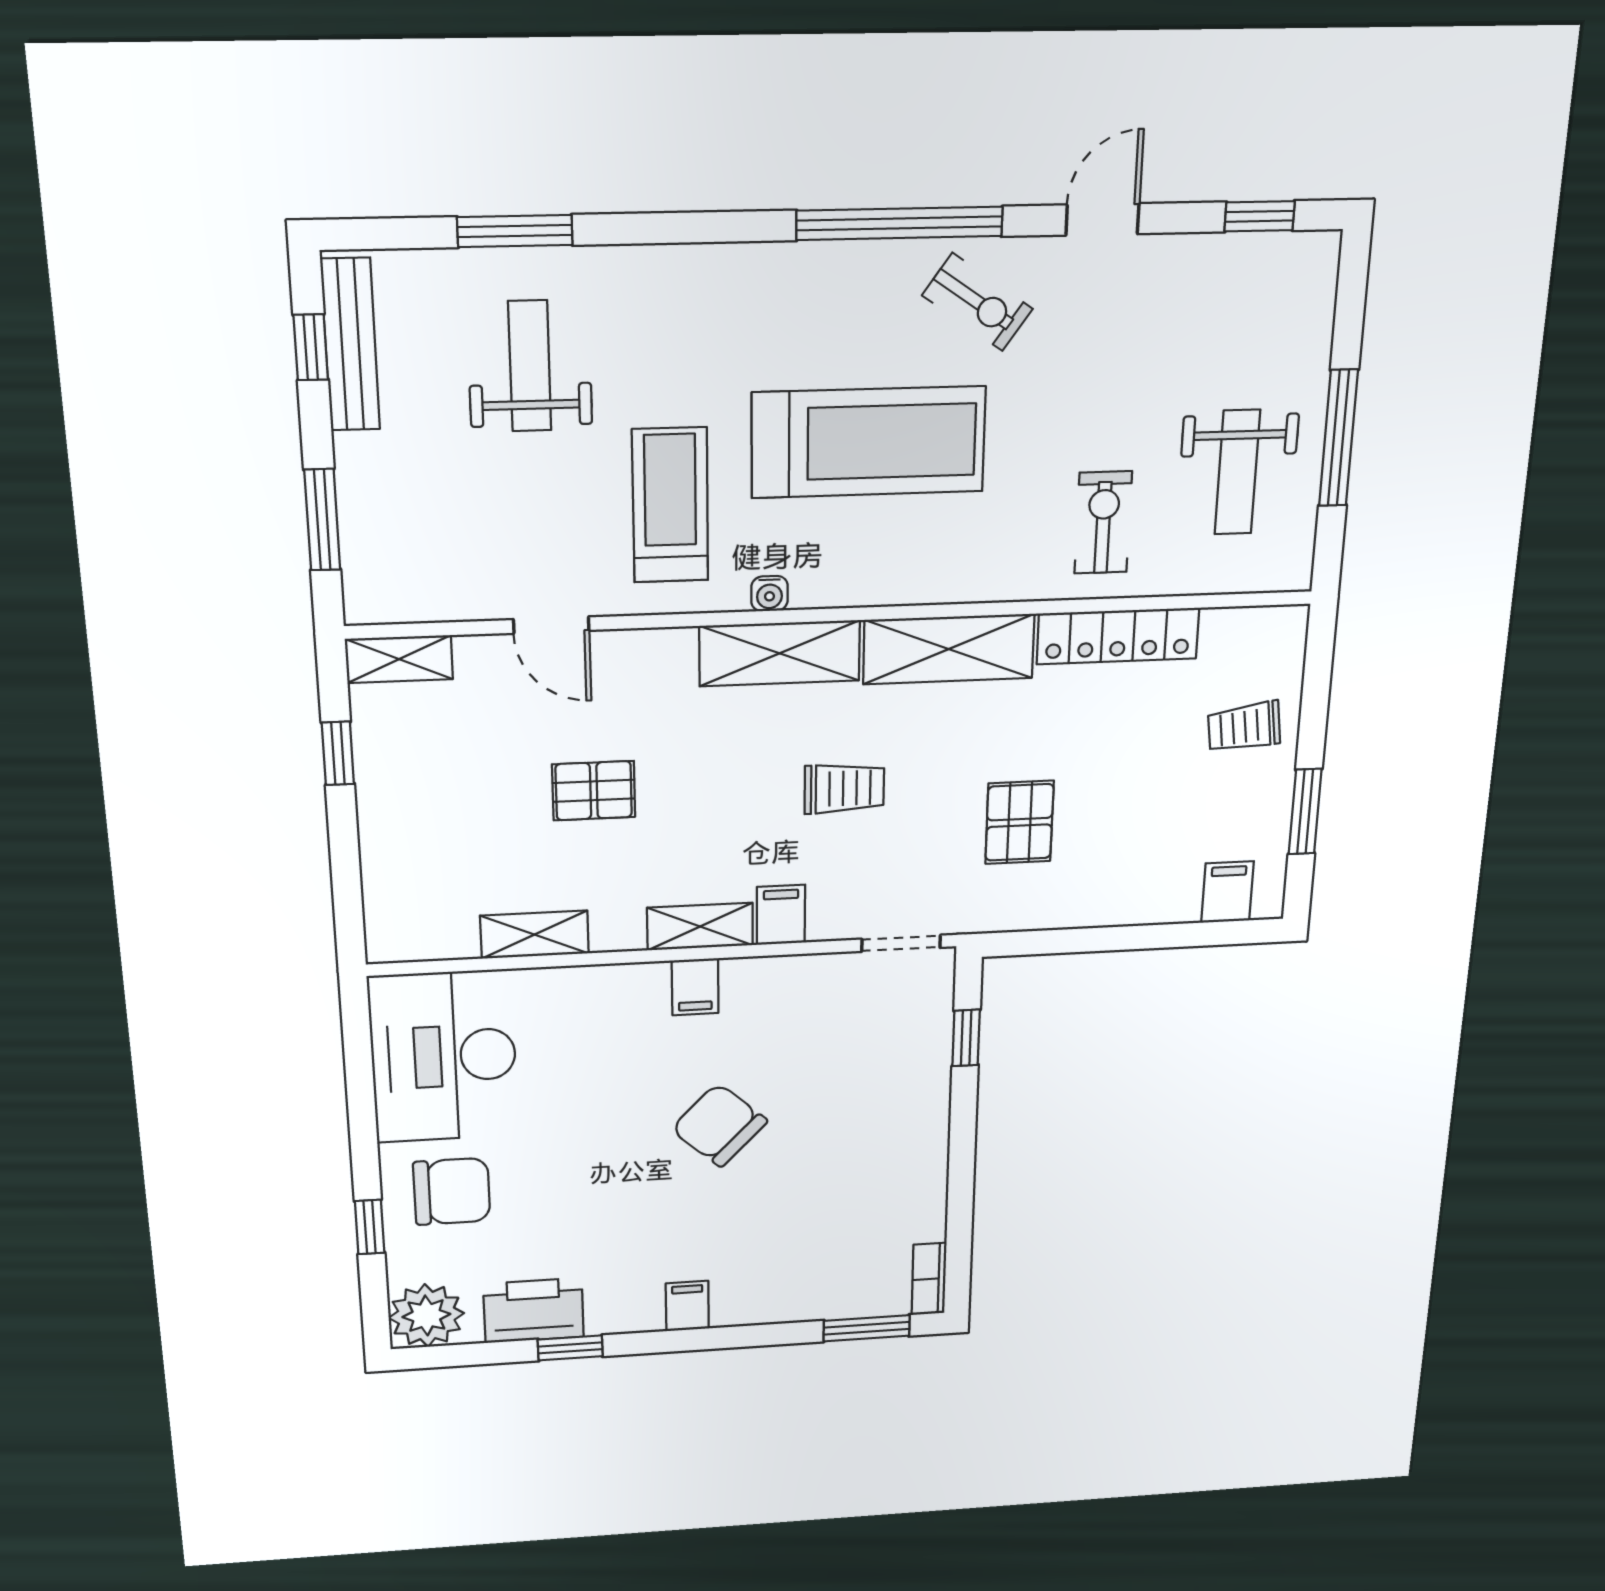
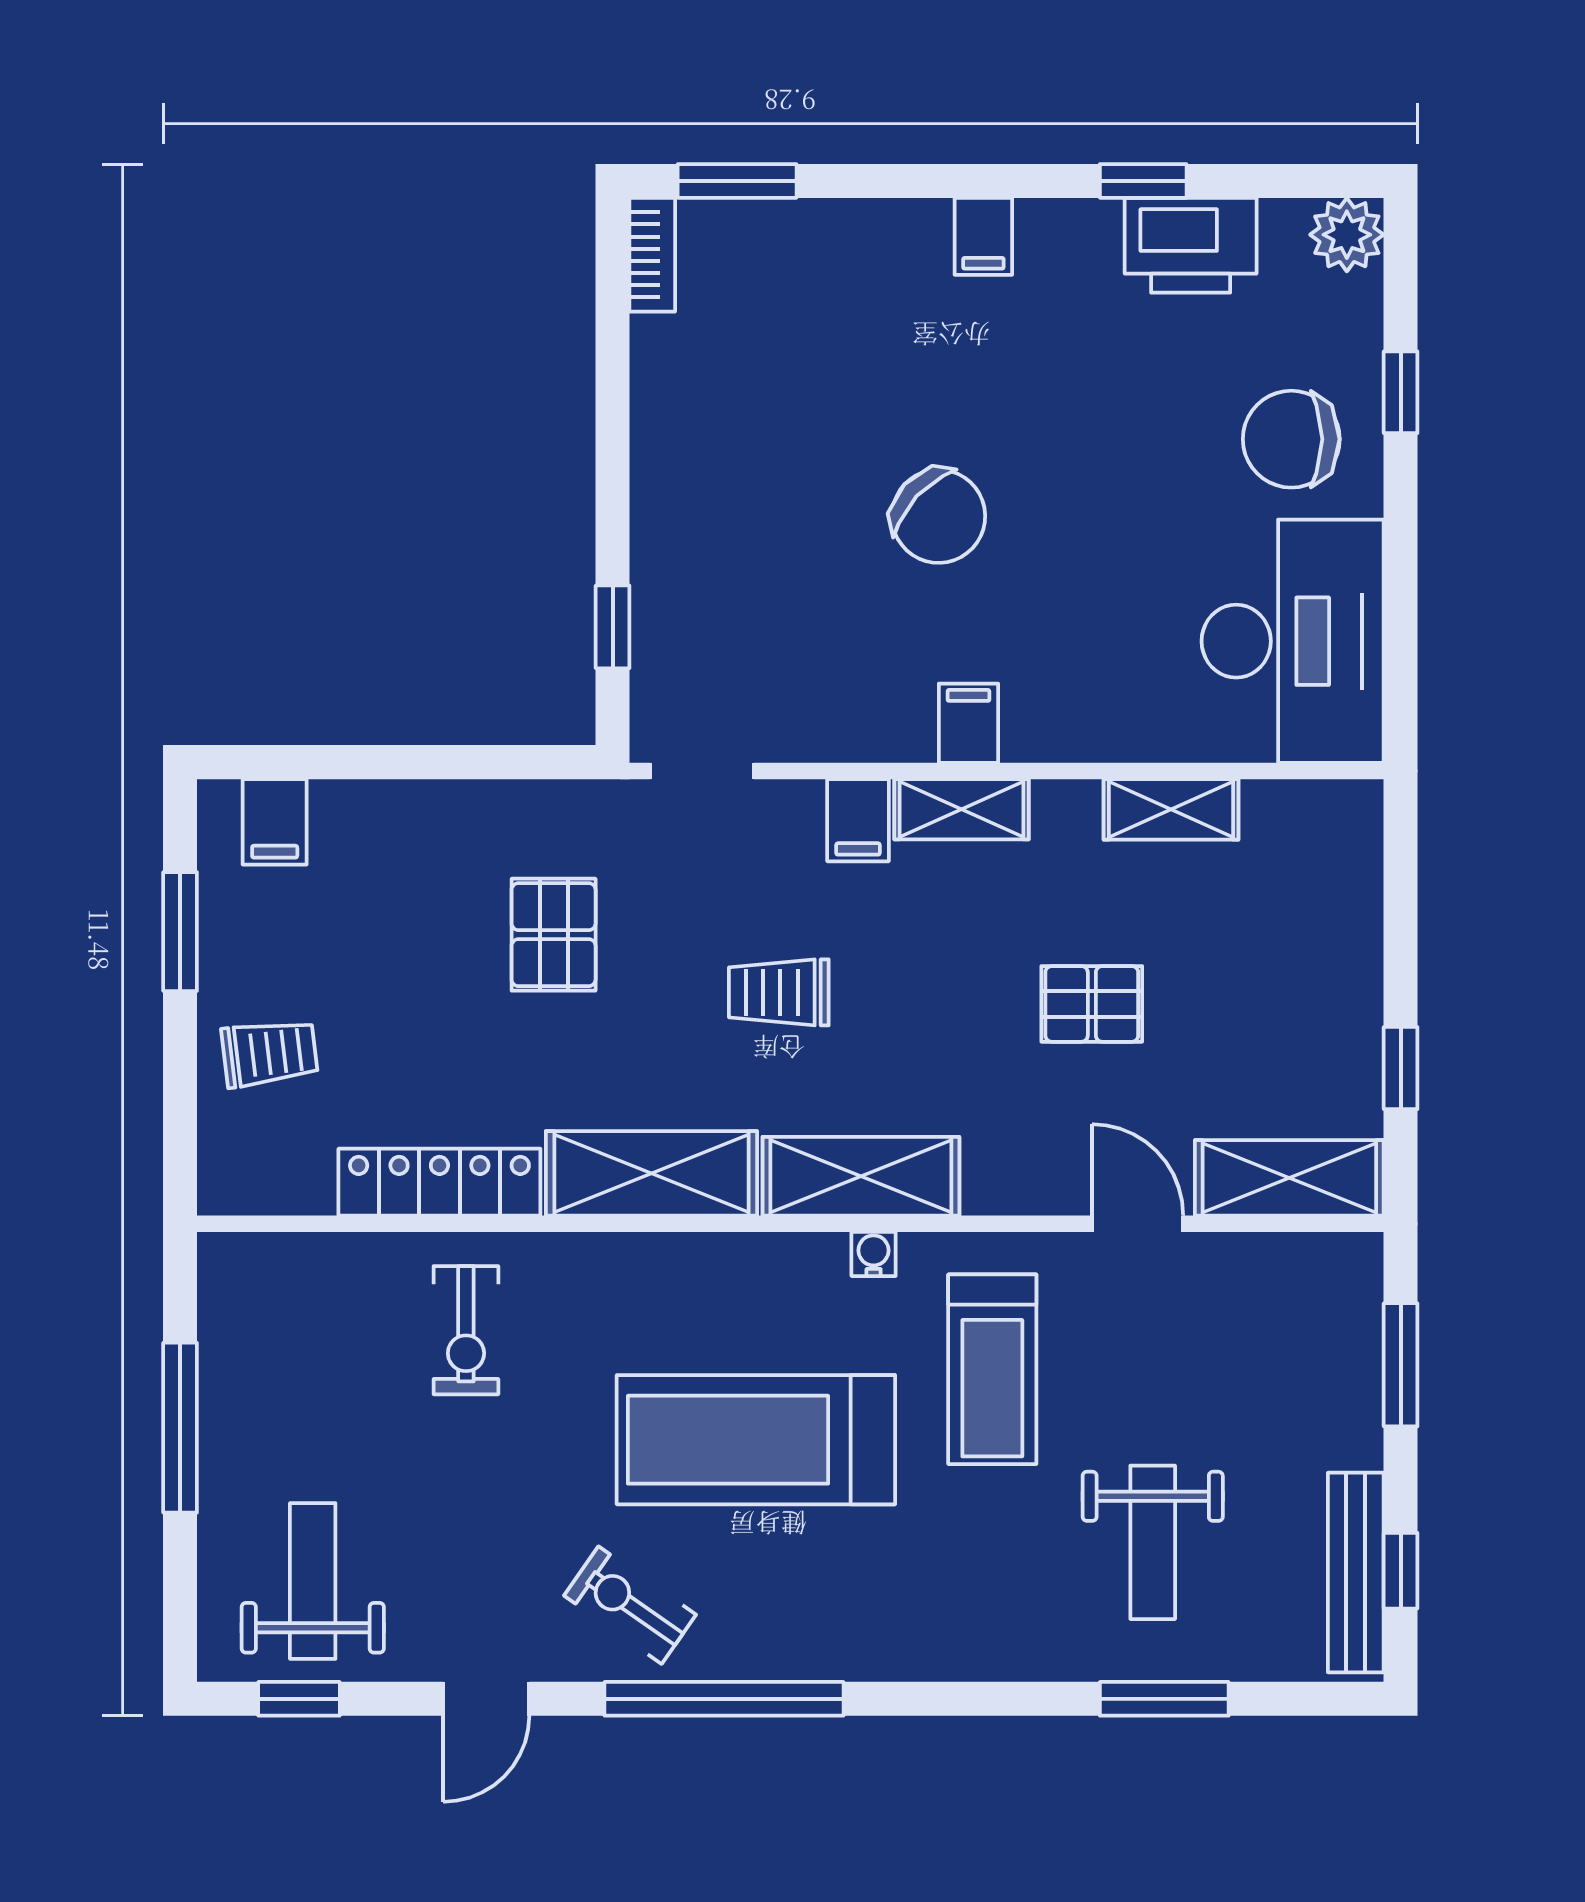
weight bench: (1237, 472) -> (313, 1581), moved
shelving: (399, 659) -> (1289, 1178), width x1.50, depth x1.33
plant: (426, 1316) -> (1347, 235), width x0.73, depth x0.73

